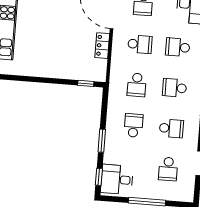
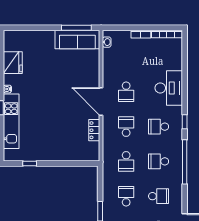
school desk: (140, 44) -> (126, 127), turned -90
window: (86, 83) -> (30, 164), moved

